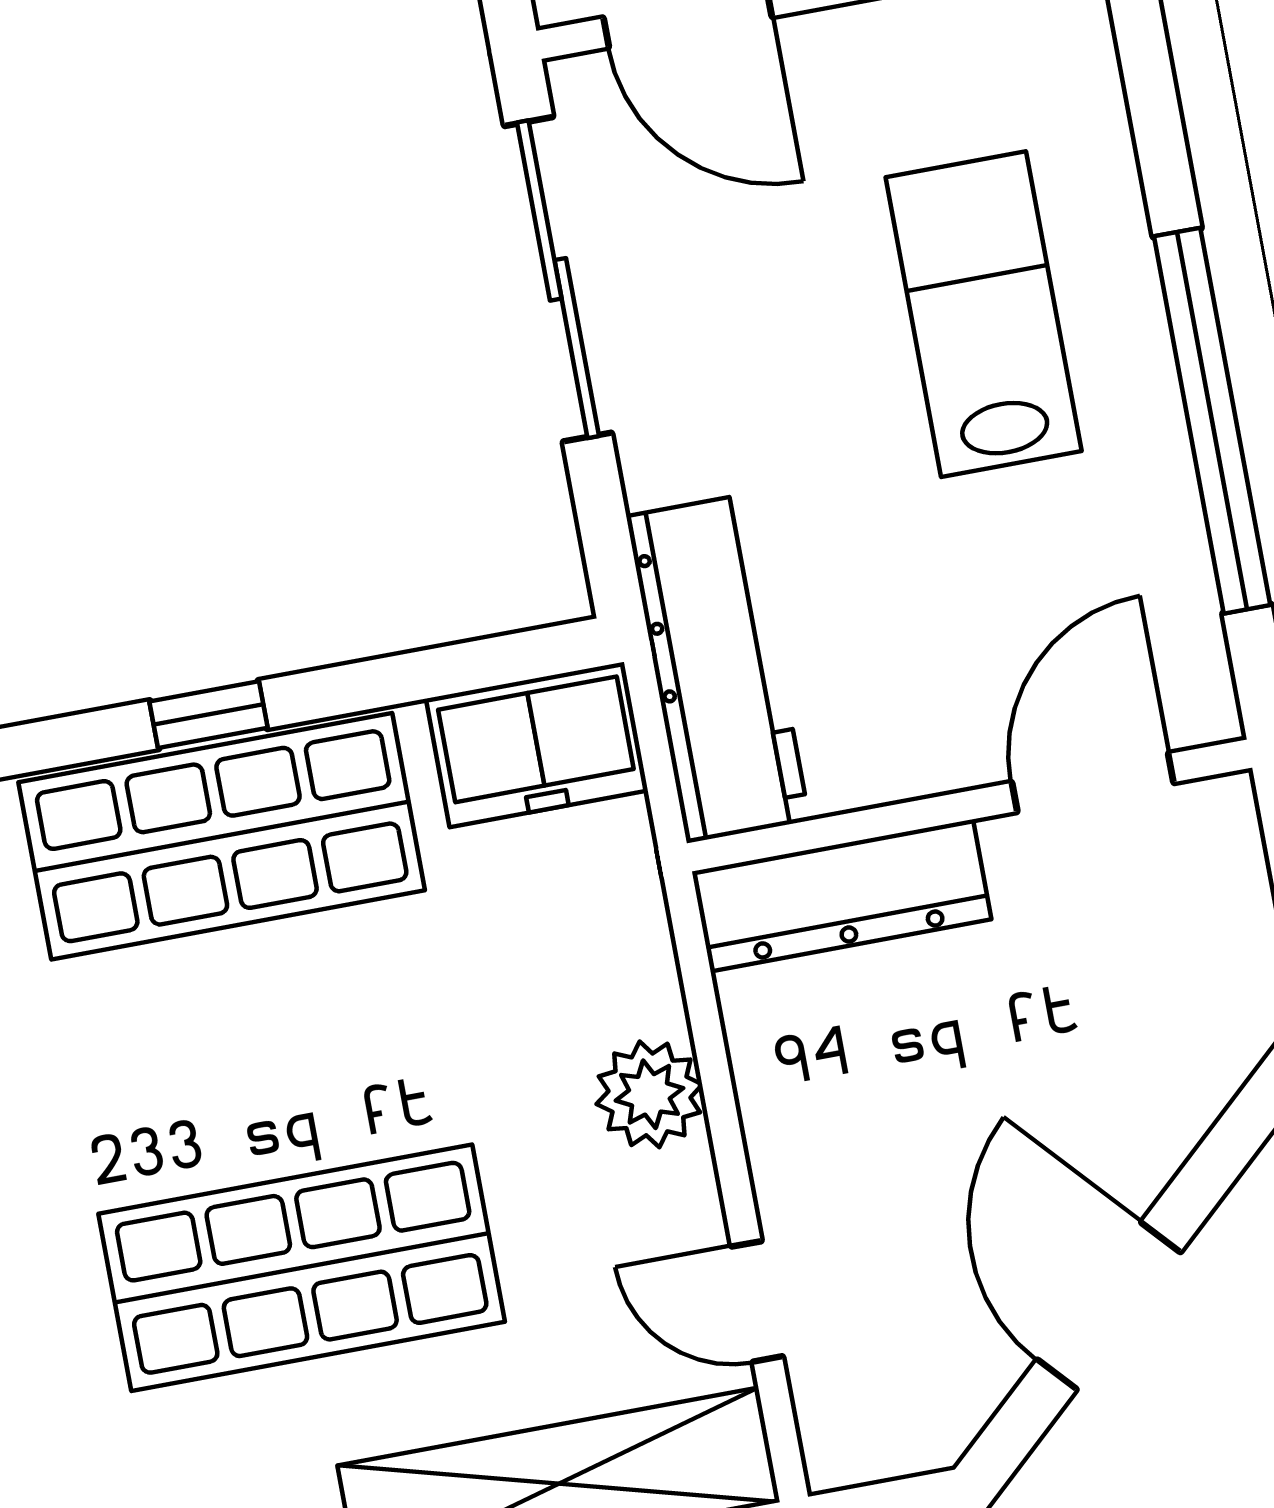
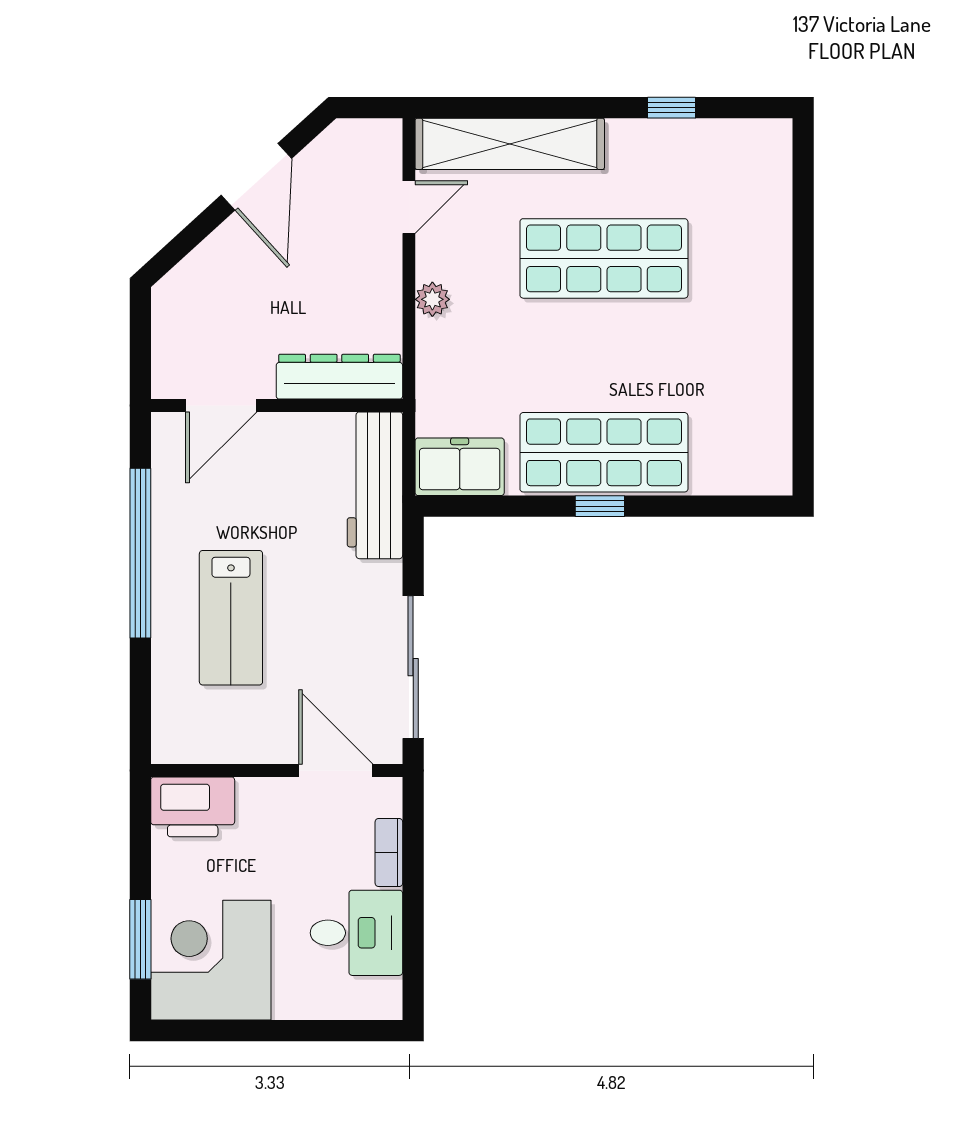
plant: (649, 1094) -> (432, 299), width x0.73, depth x0.73
door: (757, 1301) -> (409, 207), hinge flipped

